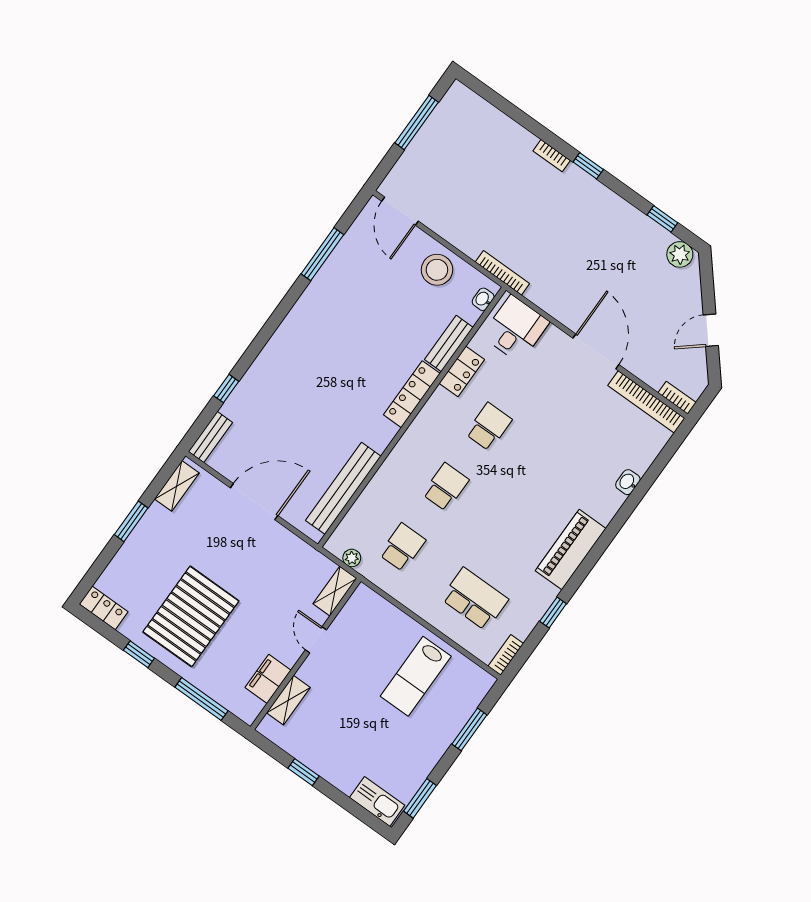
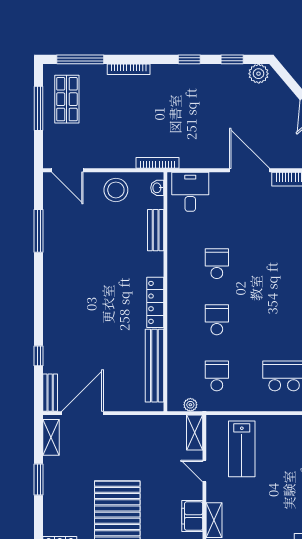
window: (499, 102) -> (80, 59), added
shop shelf: (454, 134) -> (67, 99), added
bookcase: (552, 156) -> (129, 69), width x1.56
window: (588, 166) -> (189, 59), moved
locker: (462, 371) -> (176, 242), removed
locker: (412, 394) -> (155, 302), moved
door: (254, 502) -> (82, 413), moved
lab bench: (416, 676) -> (242, 449), moved

